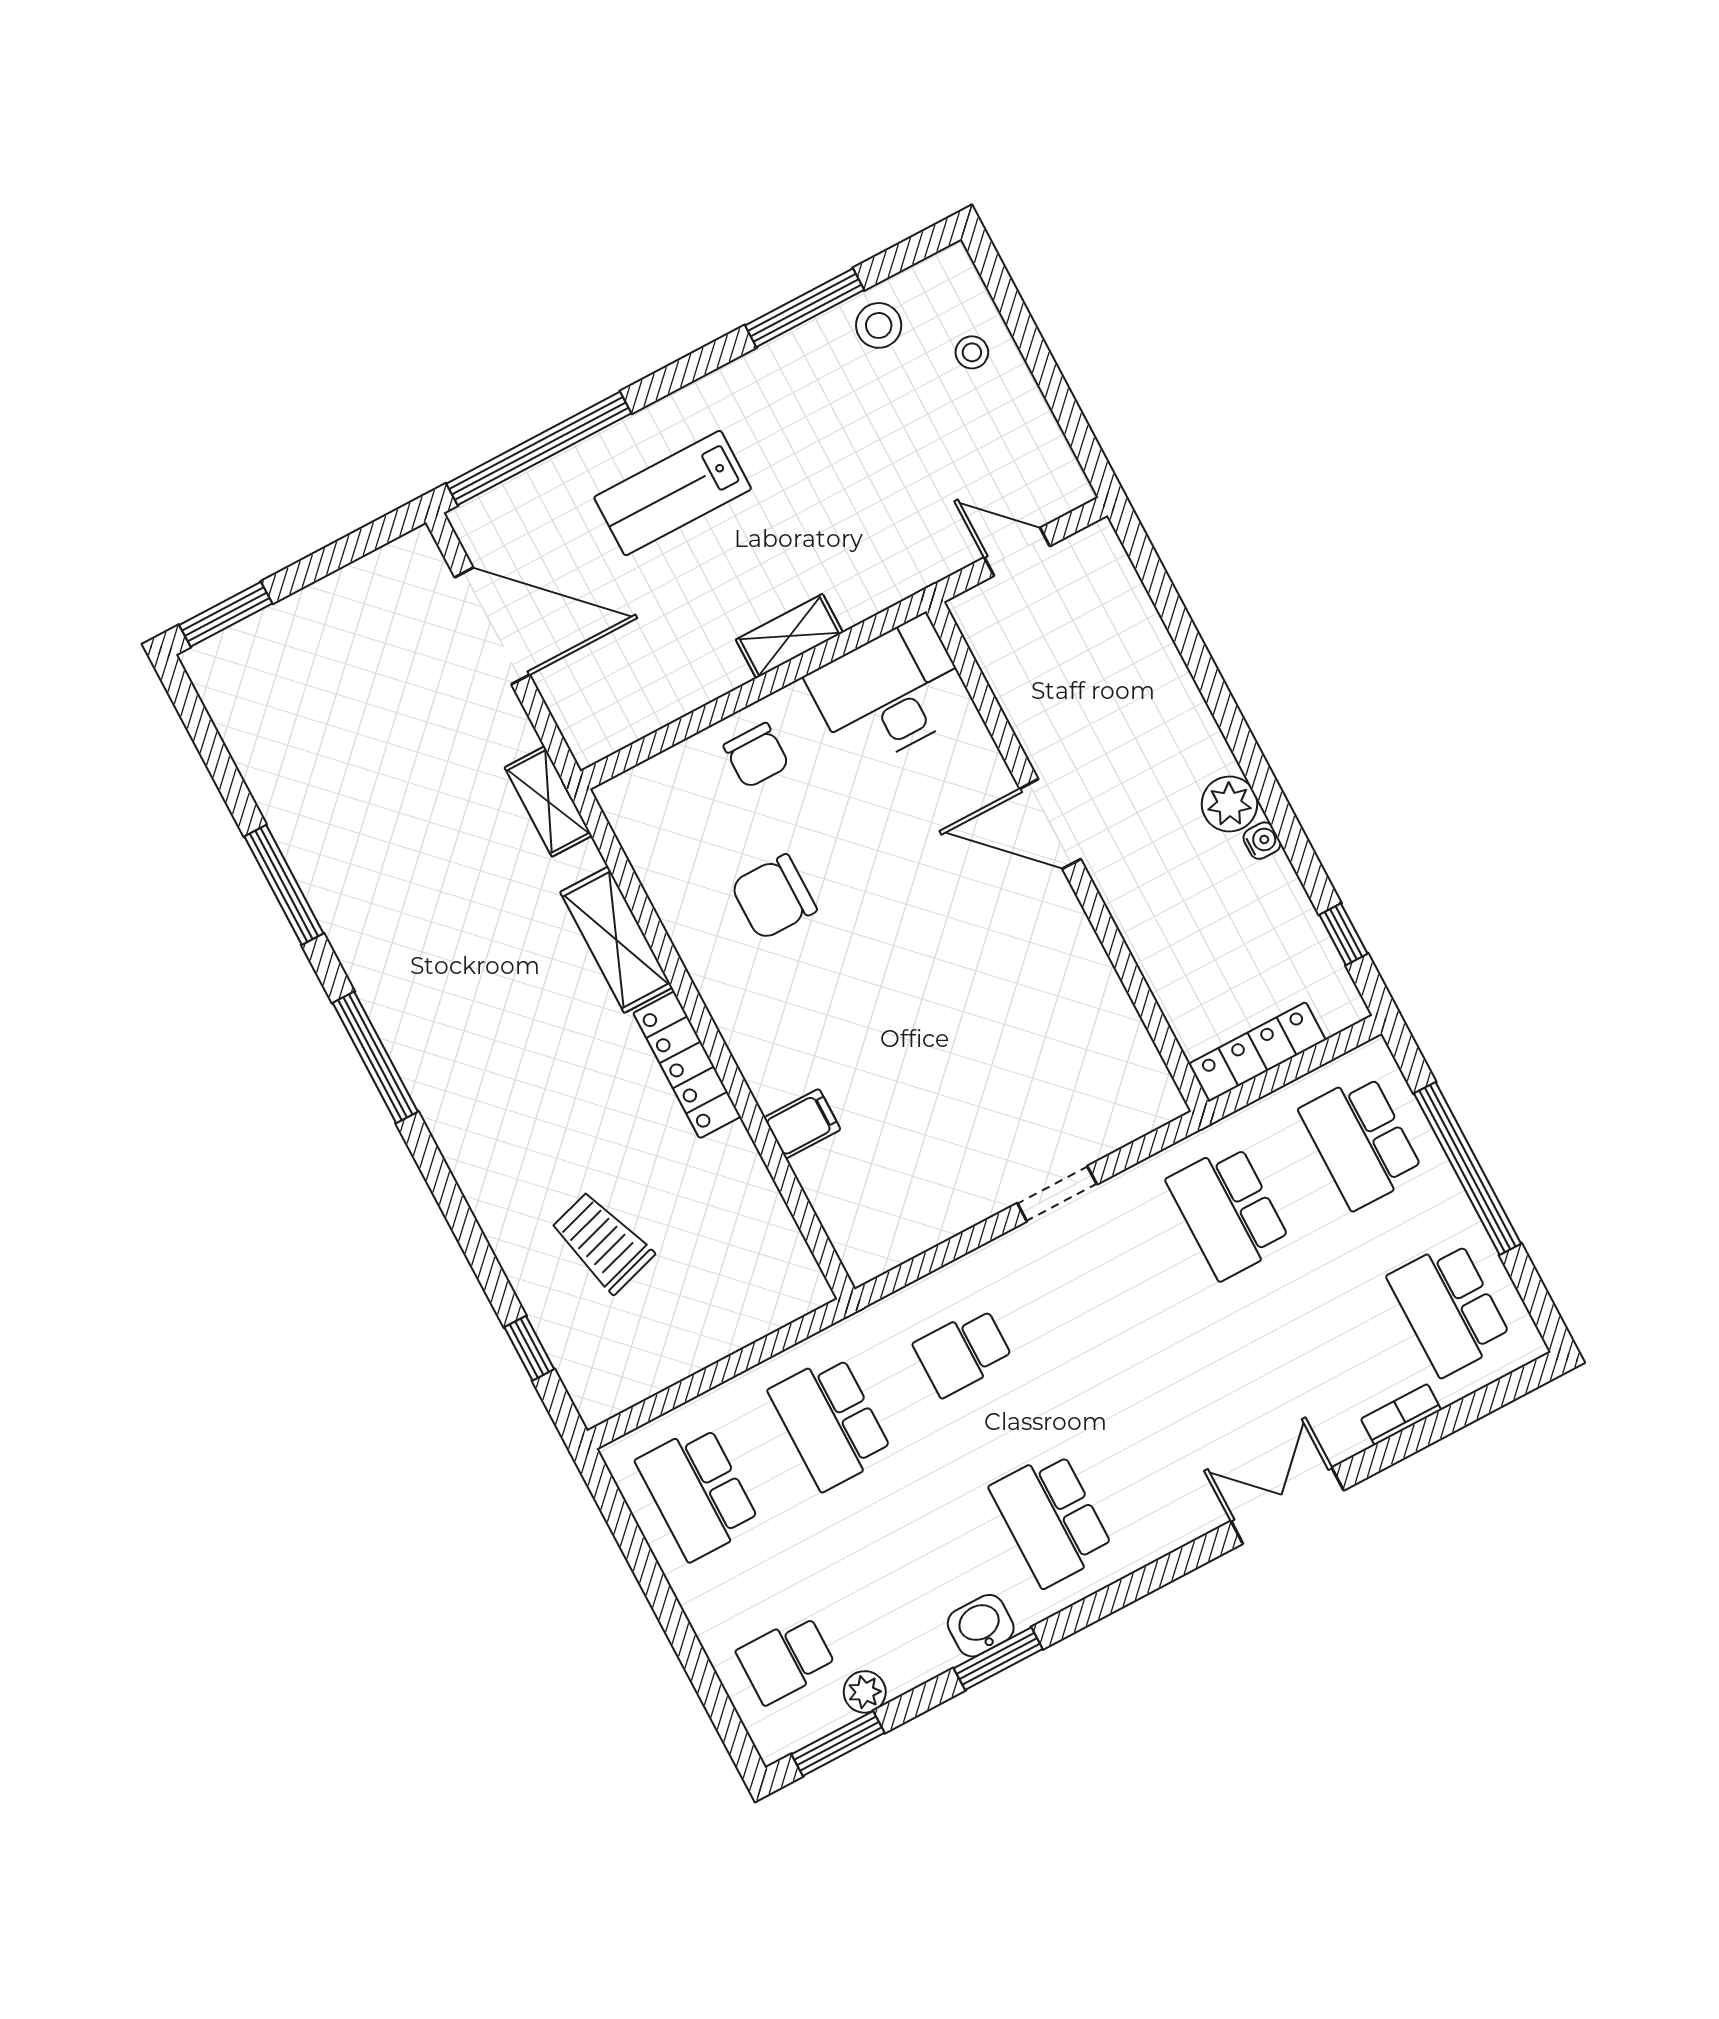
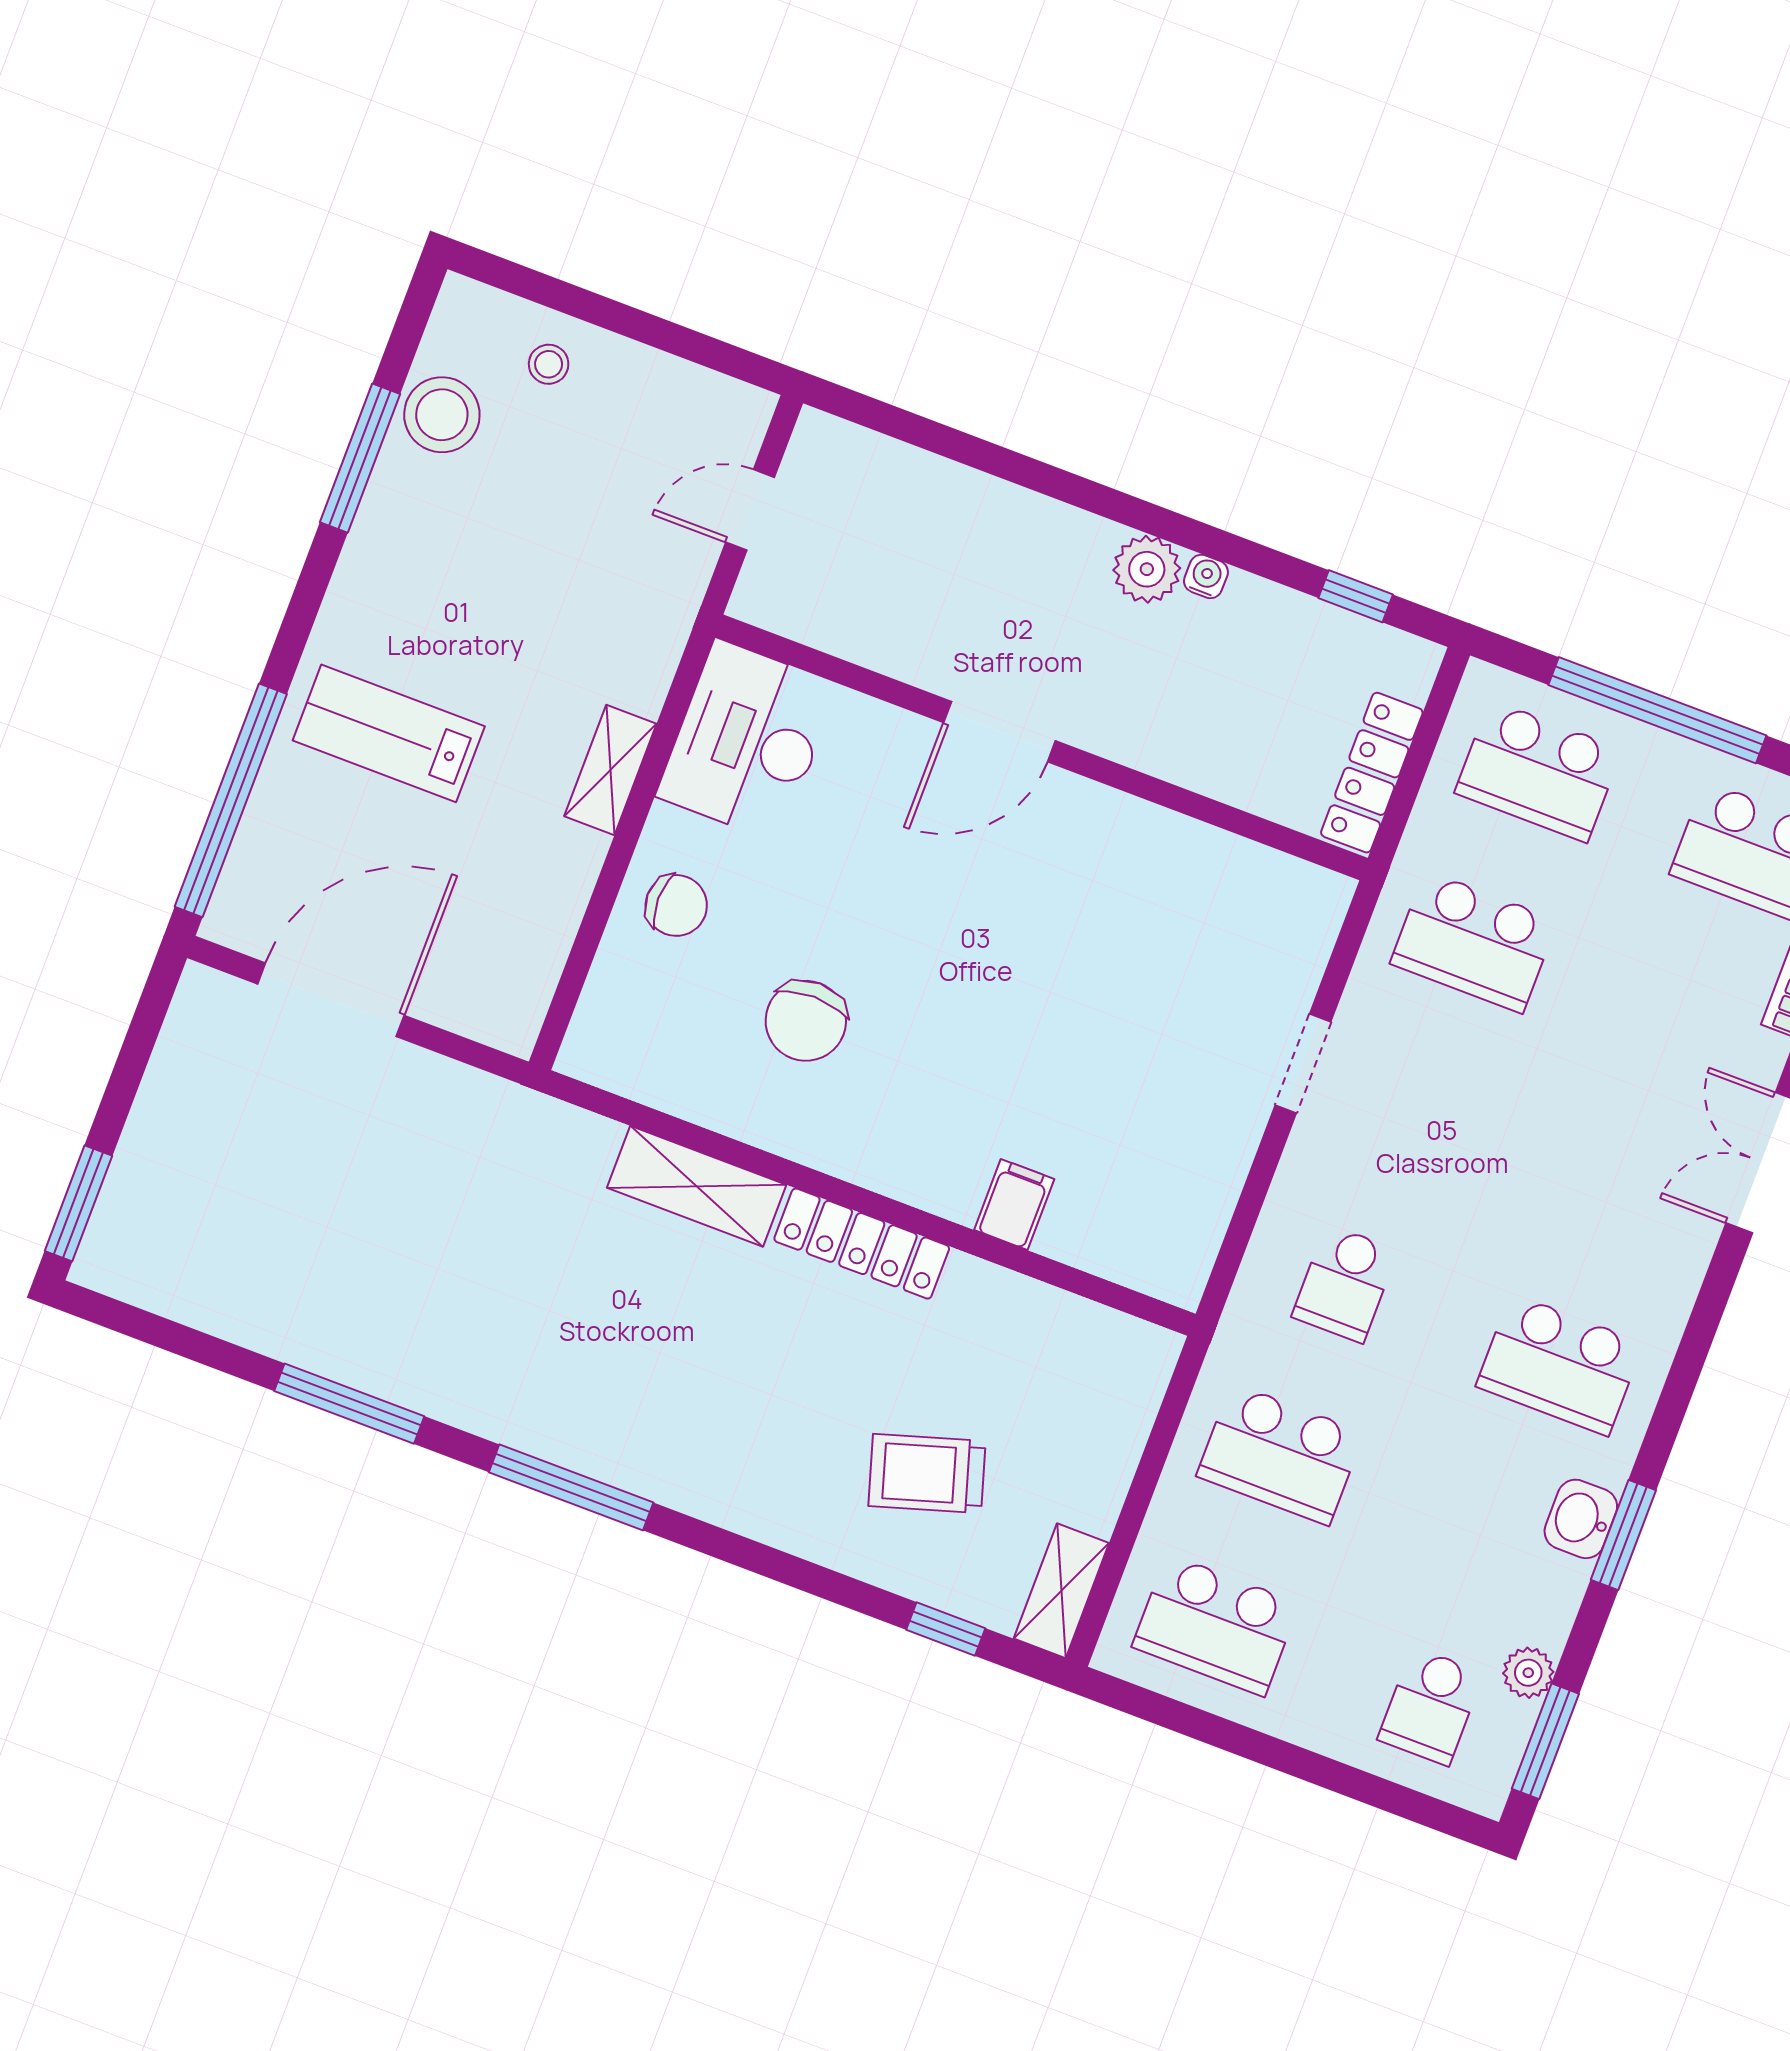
stool: (879, 325) -> (442, 415), width x1.38, depth x1.38
lab bench: (673, 493) -> (389, 733), turned 90
shelving: (548, 802) -> (1061, 1591), moved, turned 90

